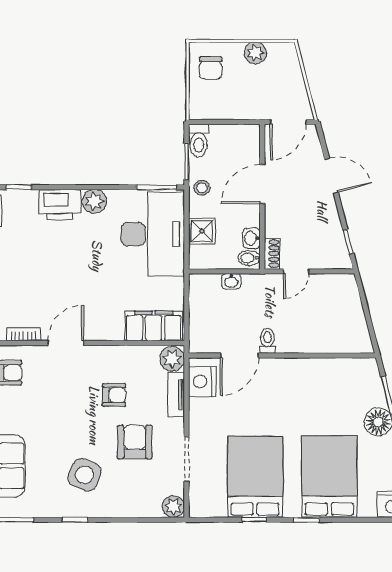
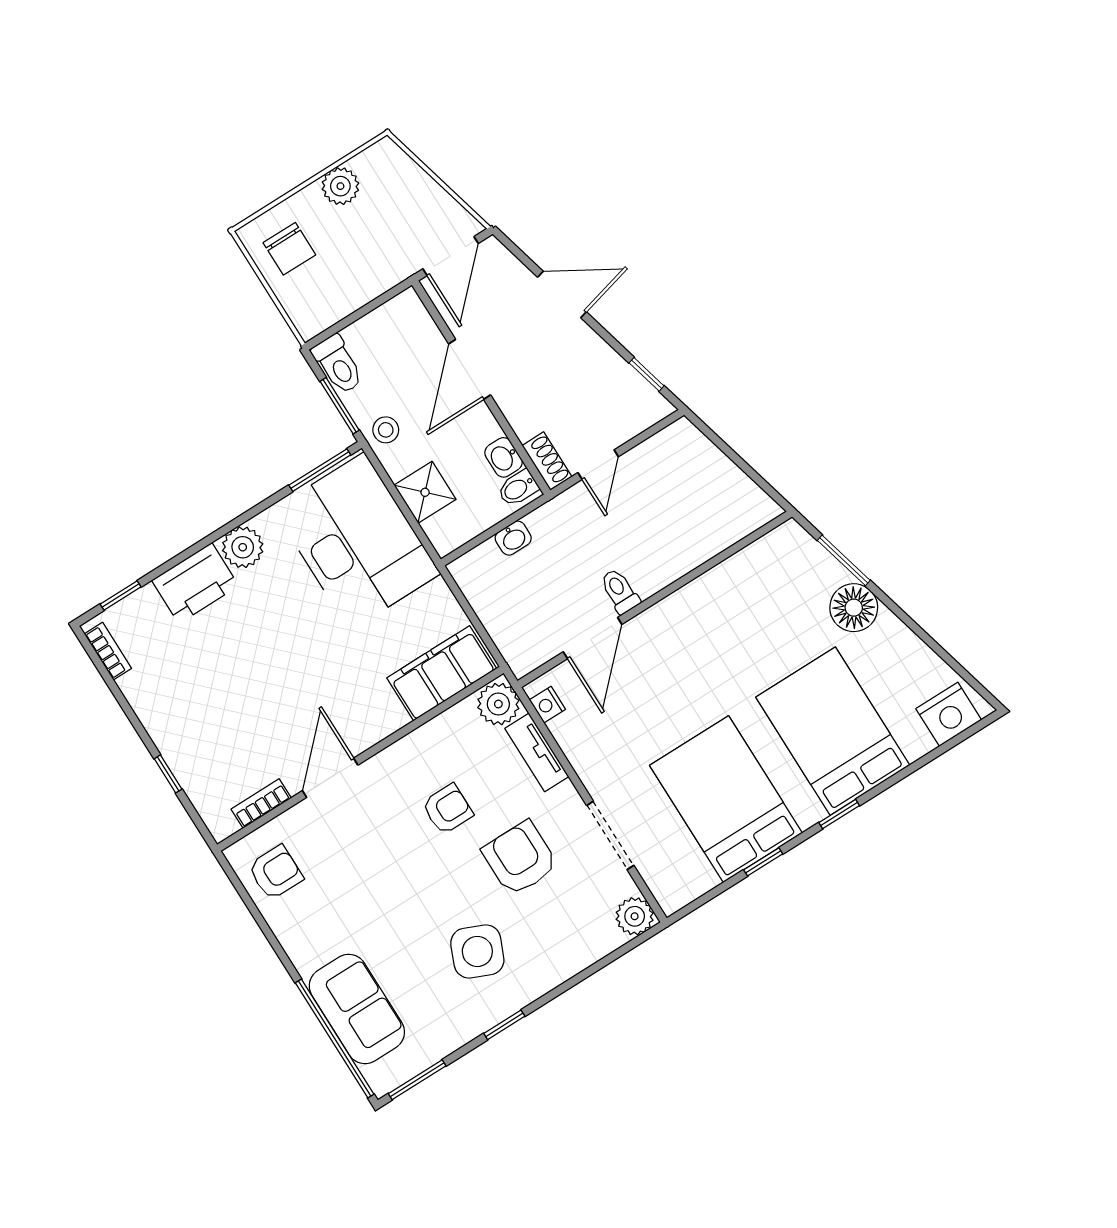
nightstand: (202, 382) -> (547, 705), width x0.53, depth x0.56

